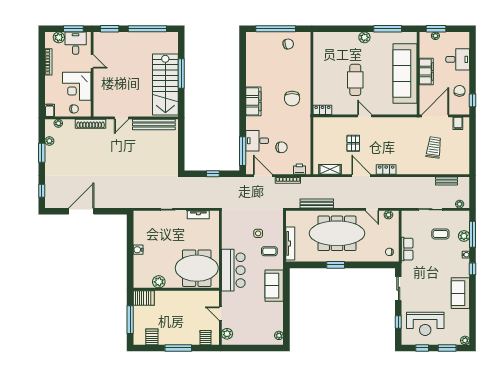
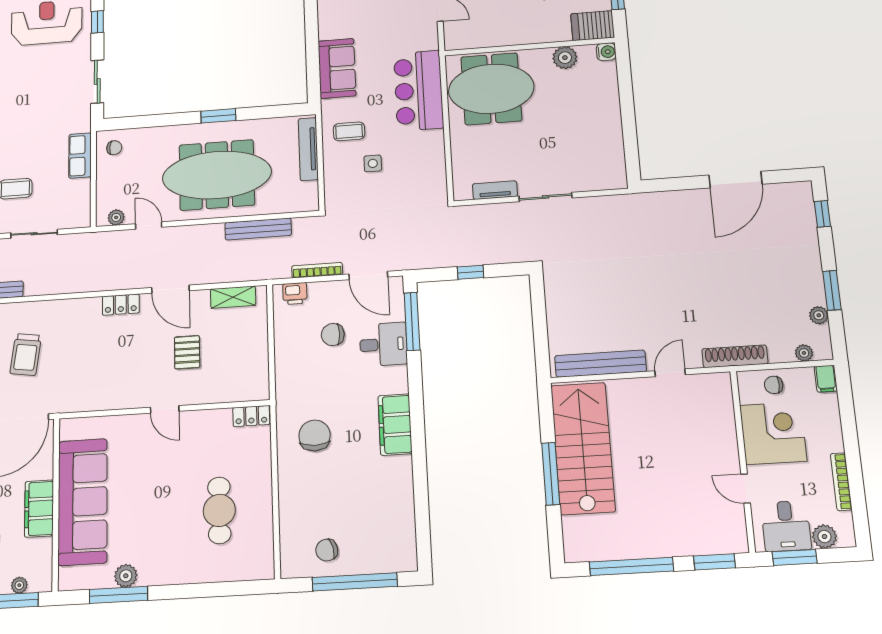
plant: (364, 37) -> (126, 576), moved
cafe table: (355, 80) -> (219, 510), moved
water cooler: (138, 250) -> (606, 52), moved

